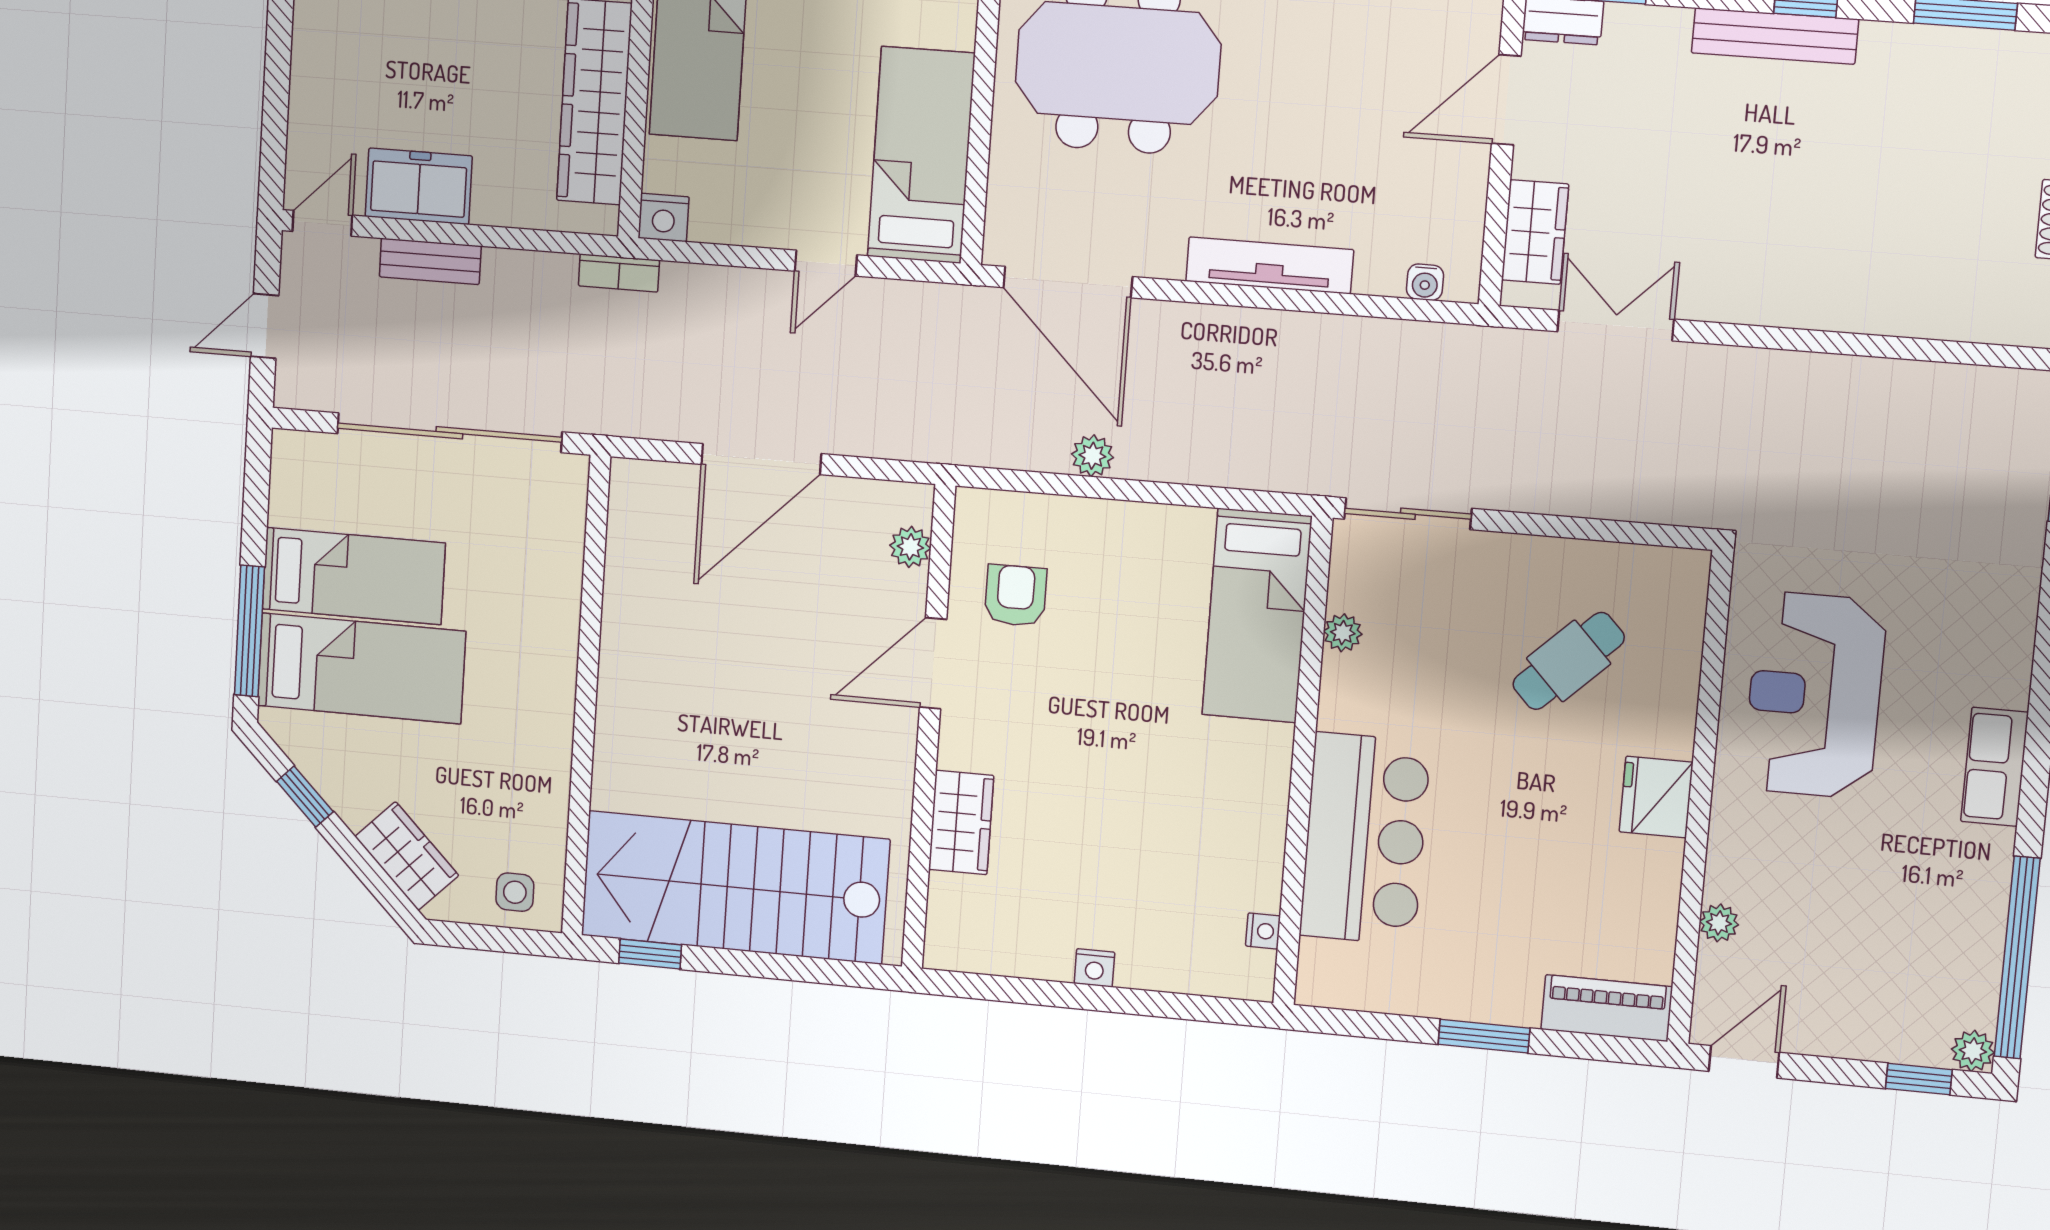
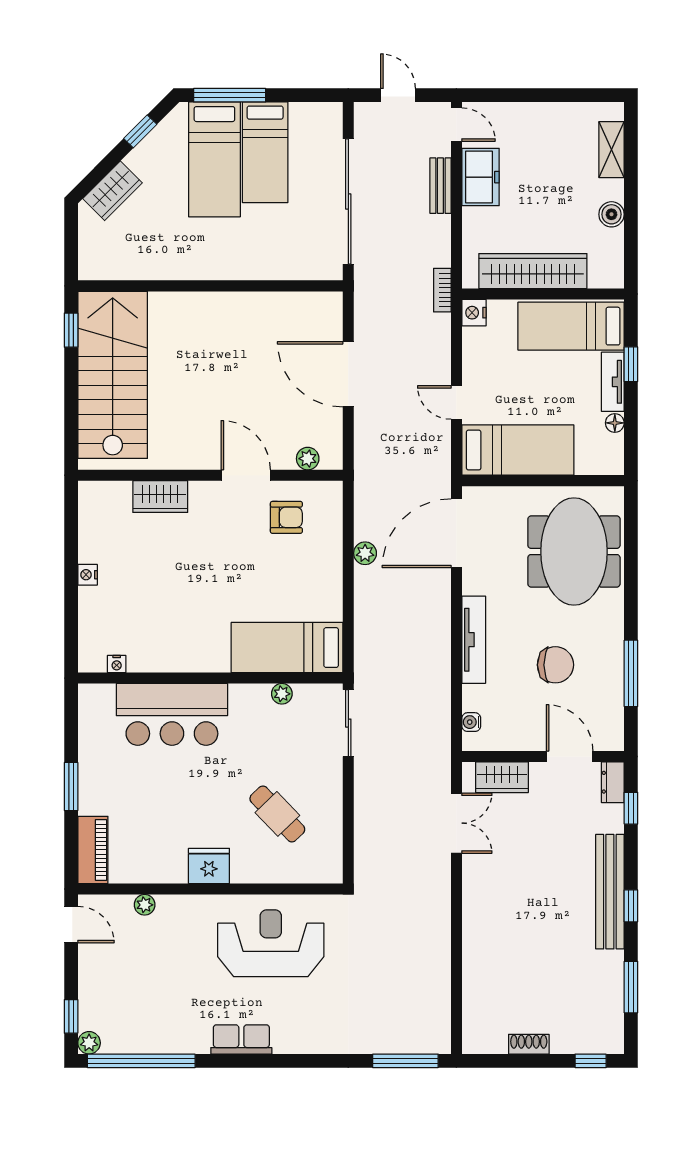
bench: (1775, 36) -> (610, 892), width x1.37, depth x1.21
chair: (1329, 114) -> (555, 665), added
side table: (515, 892) -> (98, 253), removed

